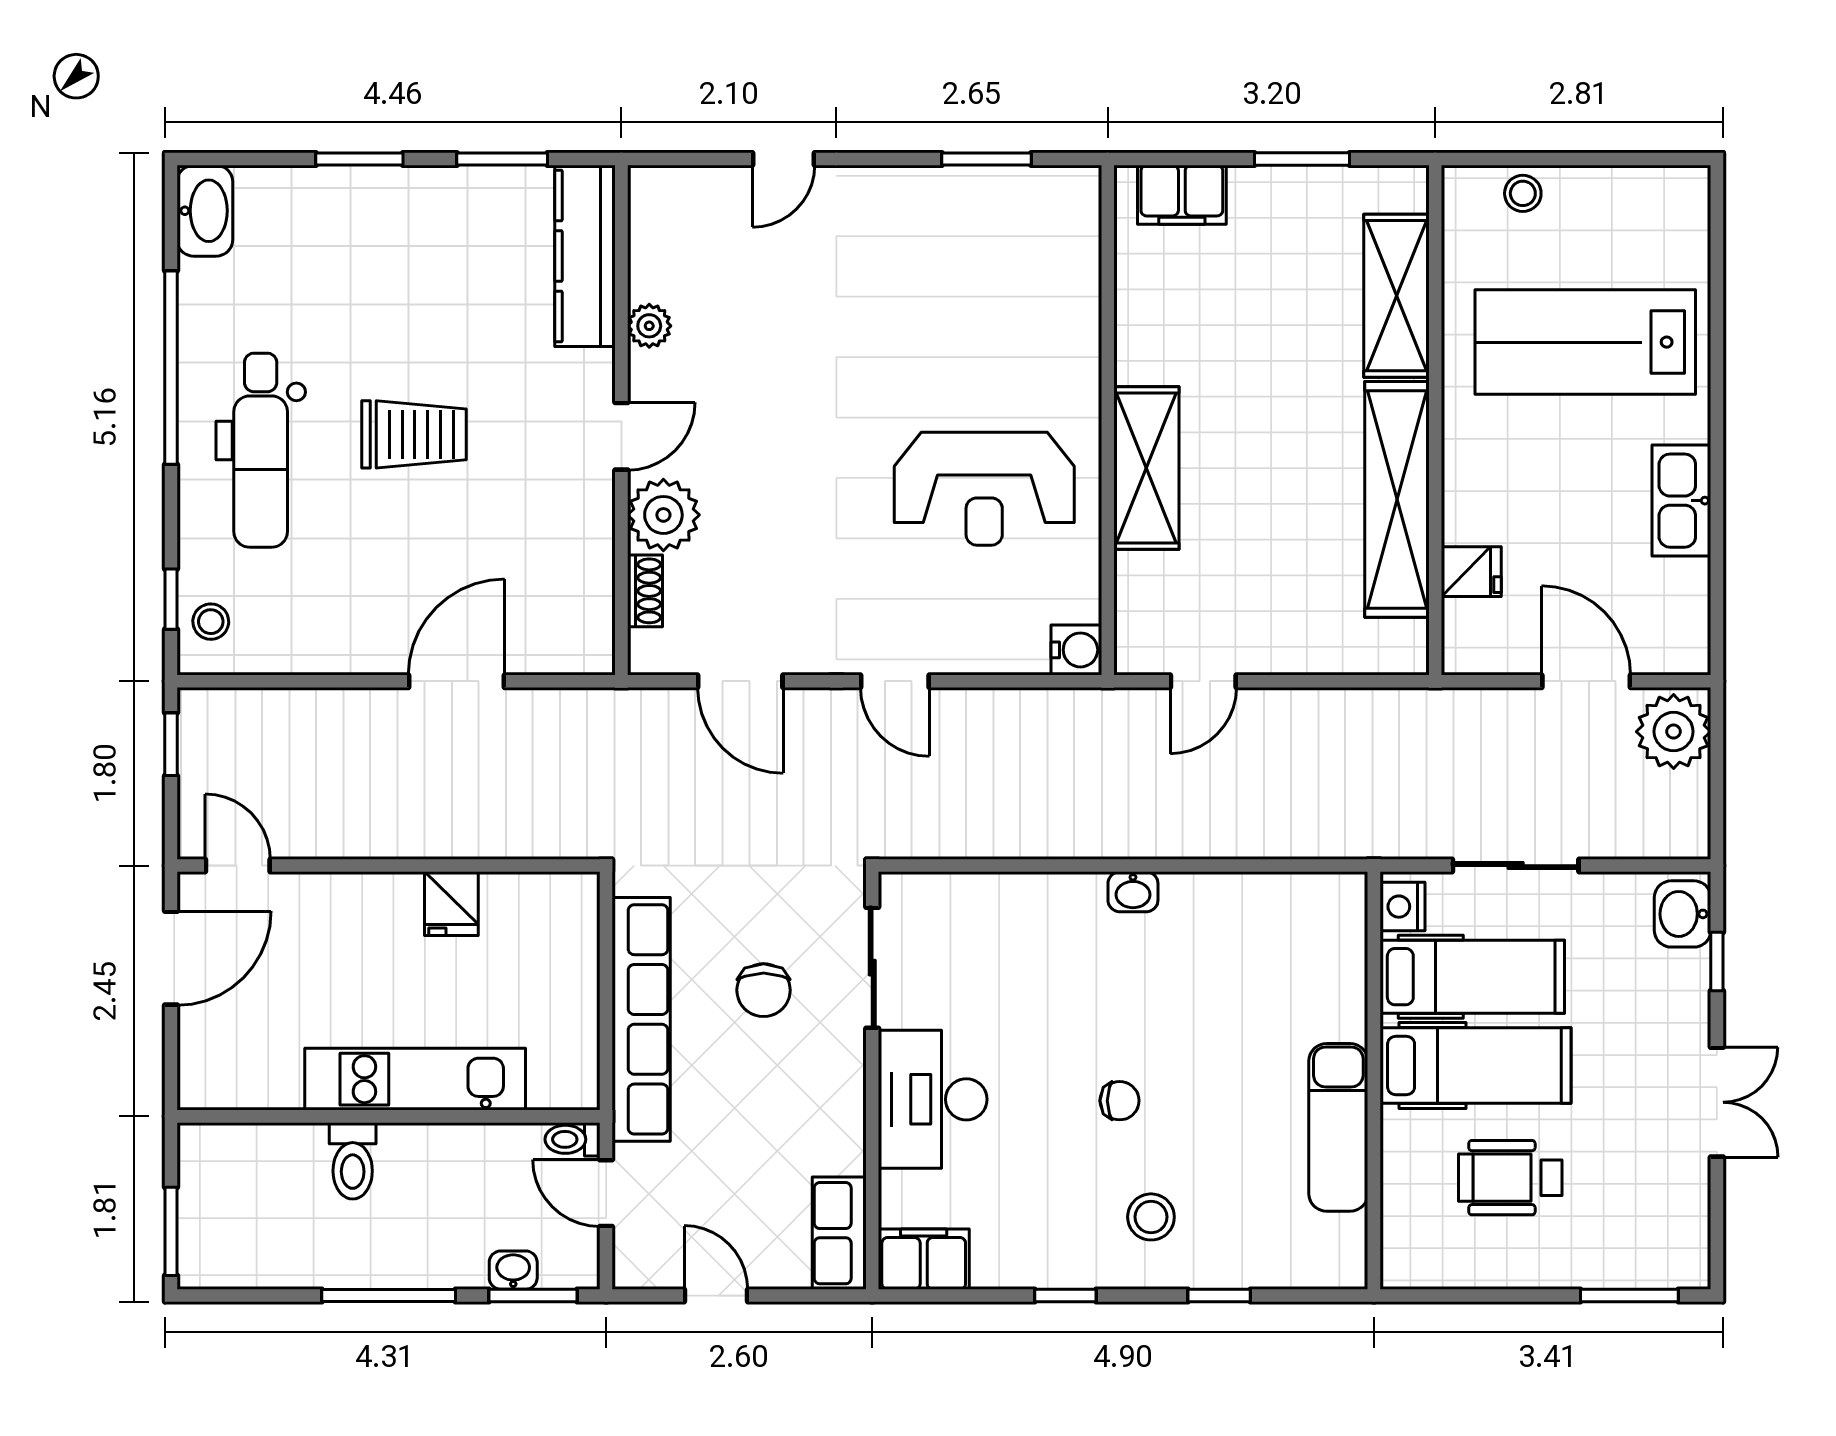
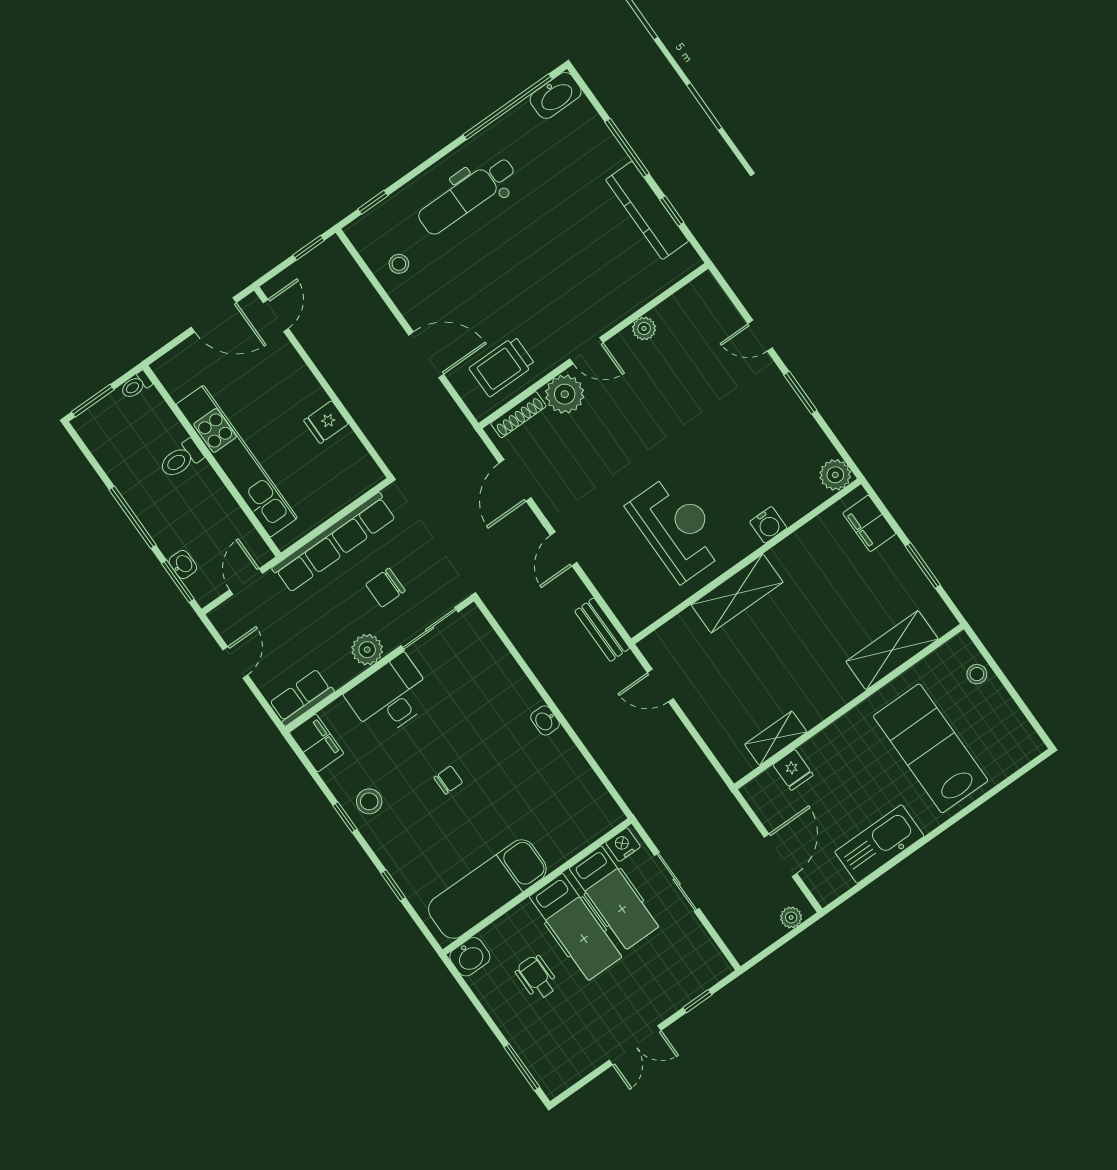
window: (359, 159) -> (627, 148), width x1.44
window: (502, 159) -> (672, 211), width x0.67
window: (987, 159) -> (800, 393), moved
plant: (1073, 194) -> (835, 475), added
kitchen counter: (585, 256) -> (647, 210), moved, turned -90
window: (171, 368) -> (508, 107), moved
trolley: (414, 434) -> (502, 366), moved, turned 90
reception desk: (984, 489) -> (677, 528), turned 180
shelving: (1397, 499) -> (776, 738), width x0.45, depth x0.75
kitchen sink: (1681, 501) -> (879, 844), width x1.36, depth x1.24
shoe rack: (645, 591) -> (518, 415), width x1.43
stool: (211, 622) -> (399, 264), moved
water cooler: (1076, 650) -> (768, 525), moved
bench: (1057, 709) -> (602, 630), added
plant: (1674, 732) -> (791, 917), width x0.53, depth x0.53
washbasin: (1683, 914) -> (470, 957), moved, turned 180
kitchen unit: (415, 1079) -> (237, 461), width x1.36
plant: (837, 1084) -> (367, 650), added
chair: (1120, 1101) -> (448, 780), turned -90
exam couch: (1338, 1127) -> (487, 889), width x1.36, depth x1.45
toilet: (572, 1139) -> (136, 385), moved, turned -90
wheelchair: (1510, 1178) -> (537, 977), width x0.73, depth x0.73
stool: (1151, 1217) -> (369, 801), moved

